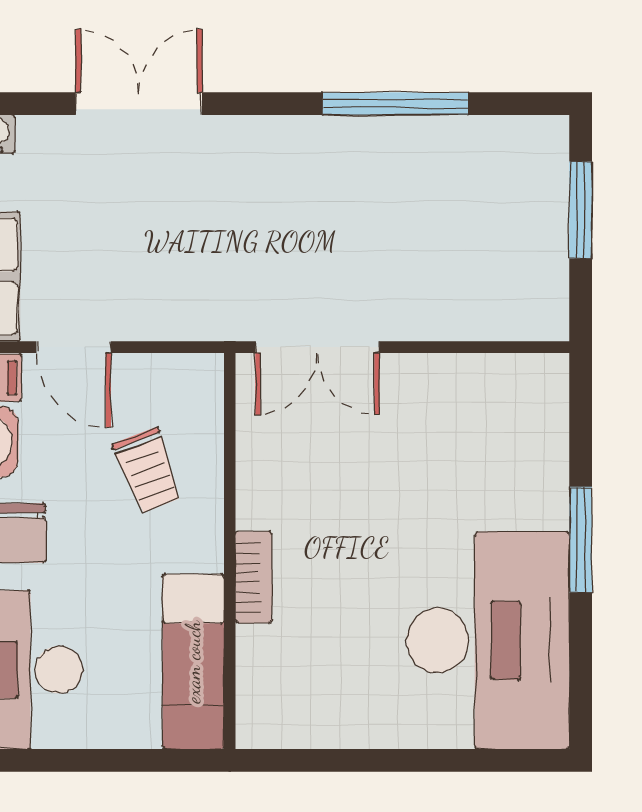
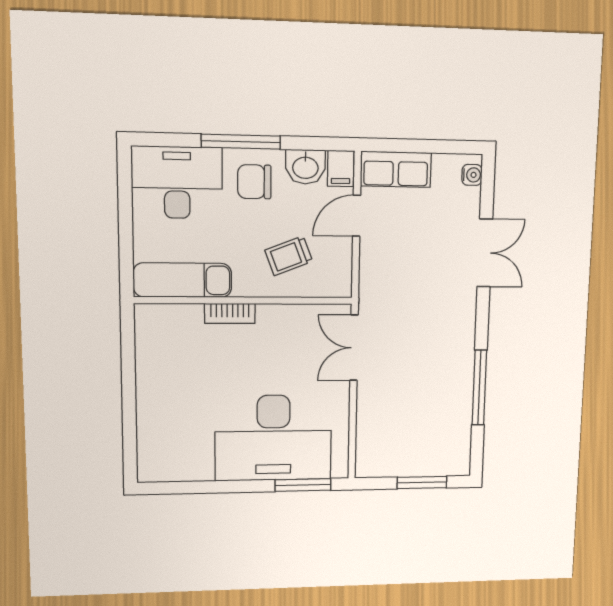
window: (581, 540) -> (303, 485), moved
desk: (488, 640) -> (273, 438), moved

